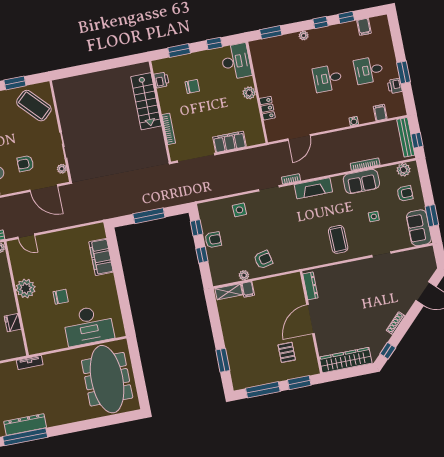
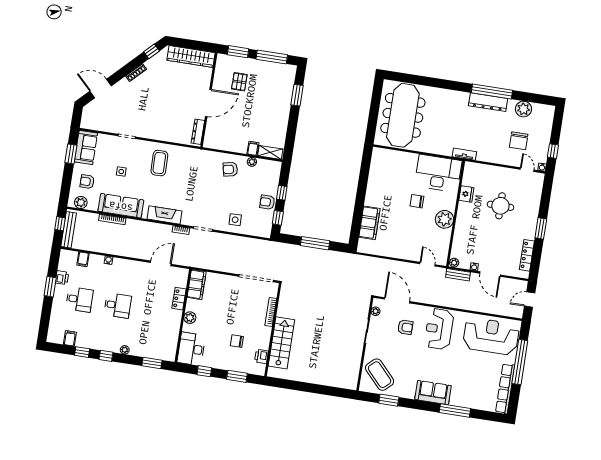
filing cabinet: (229, 142) -> (197, 285), moved, turned -90
sofa: (361, 181) -> (121, 206), width x1.36
desk: (89, 325) -> (438, 173), moved

